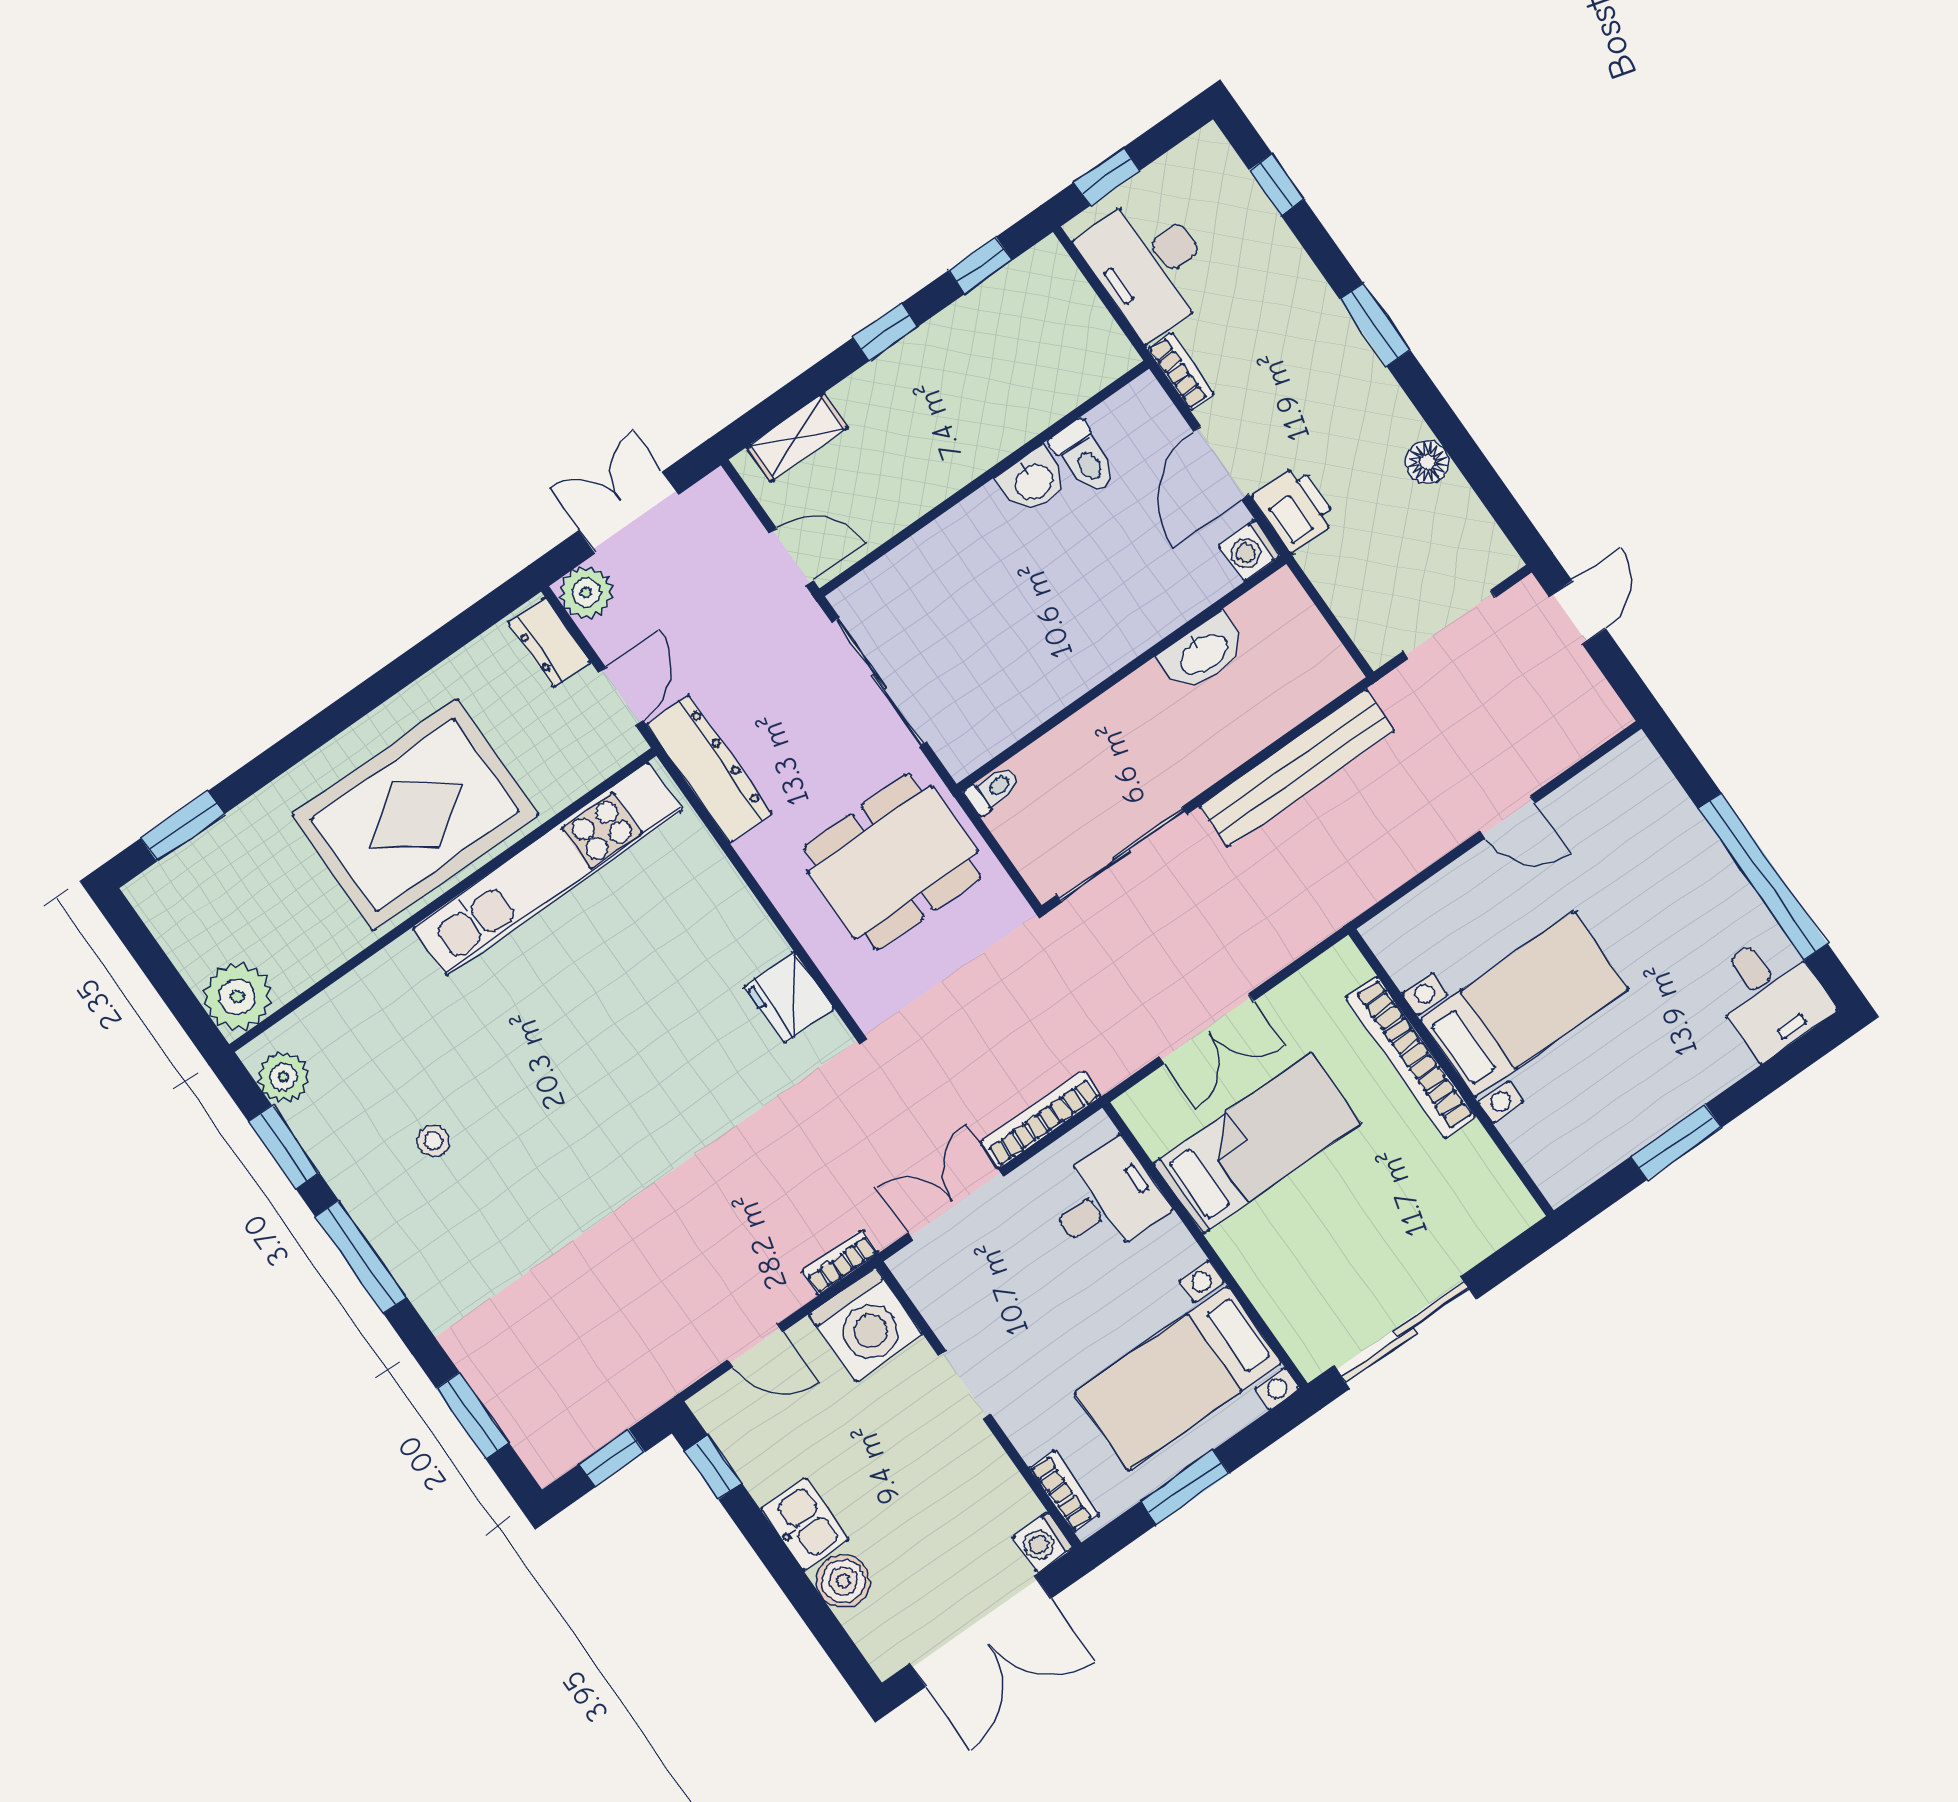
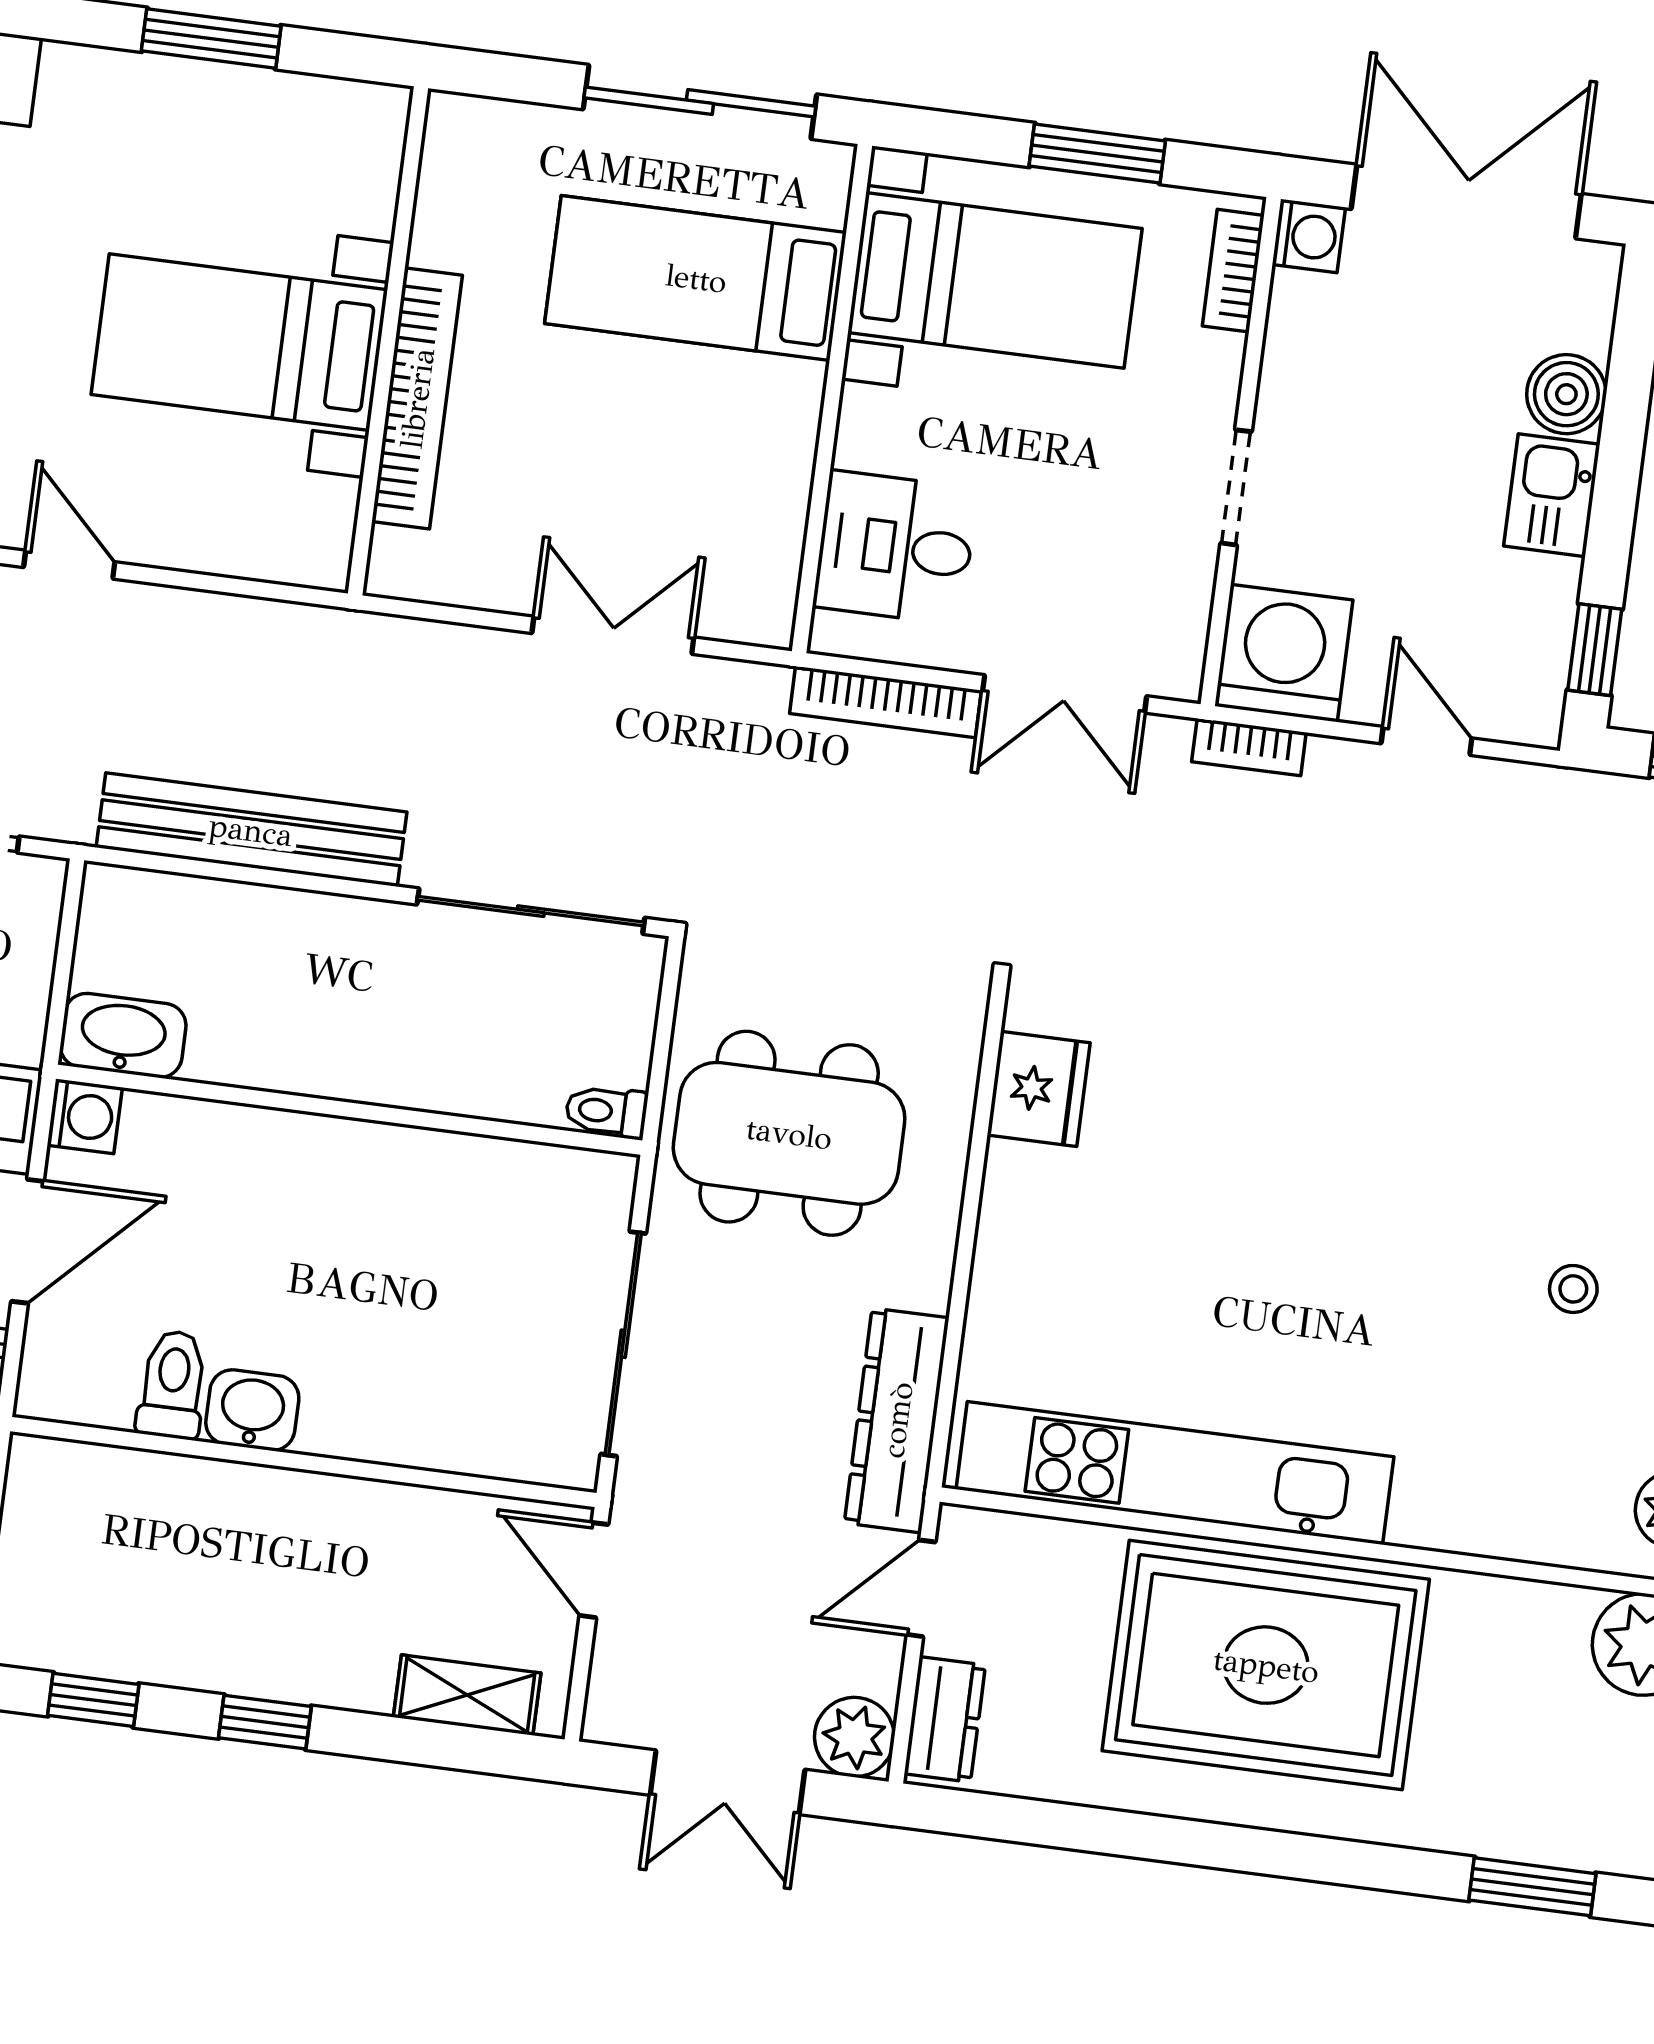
washbasin: (1203, 653) -> (123, 1035), moved
bed: (1257, 1143) -> (696, 278), moved

